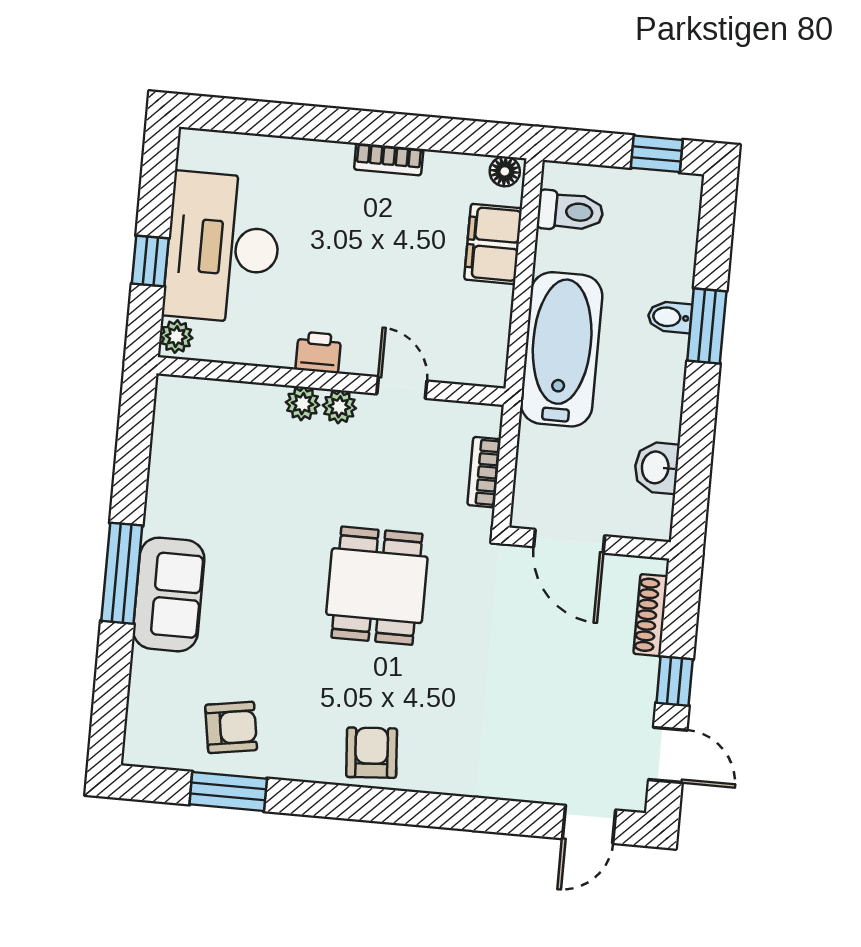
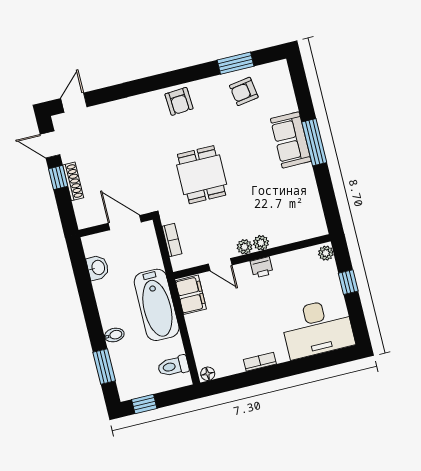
filing cabinet: (493, 244) -> (191, 295), moved
desk: (223, 248) -> (317, 328), moved, turned 90
window: (707, 326) -> (104, 367), moved
shoe rack: (651, 615) -> (73, 181), moved

